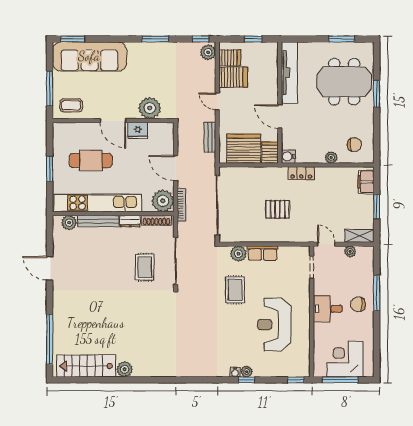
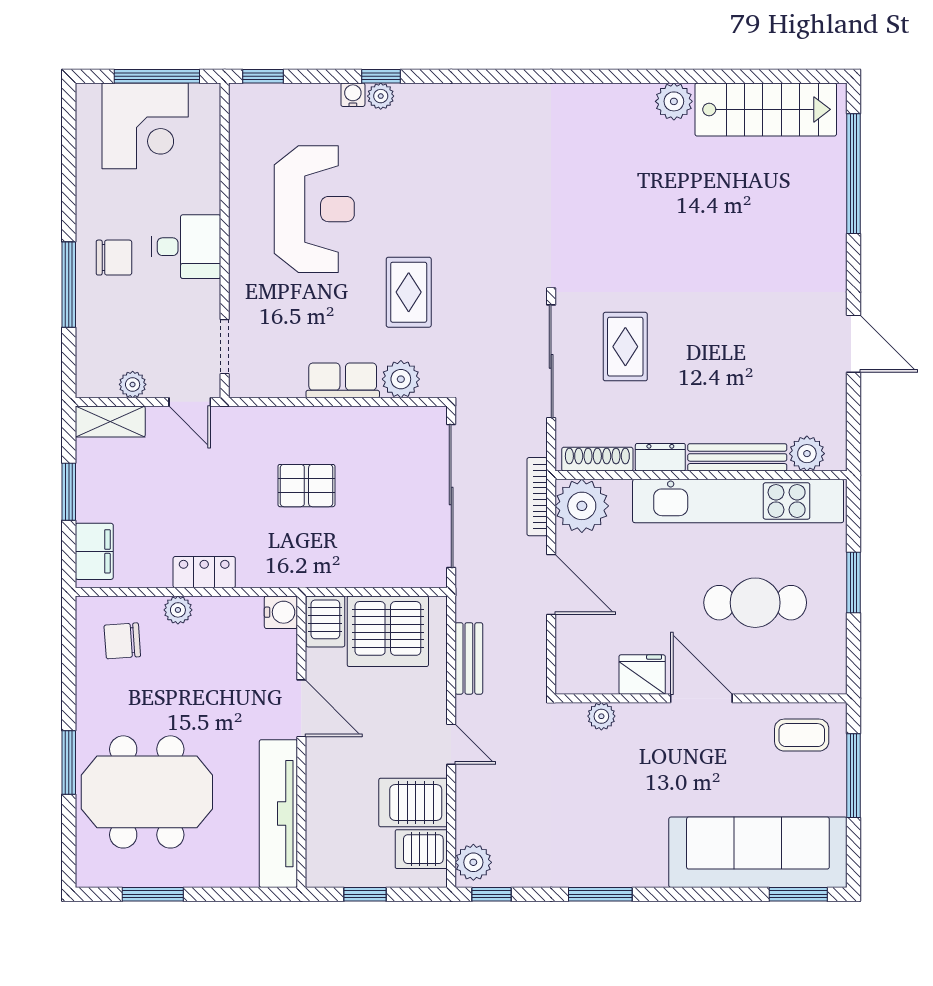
plant: (150, 108) -> (601, 716), width x0.53, depth x0.53
locker: (301, 173) -> (204, 572), moved
water cooler: (235, 372) -> (353, 95), moved

